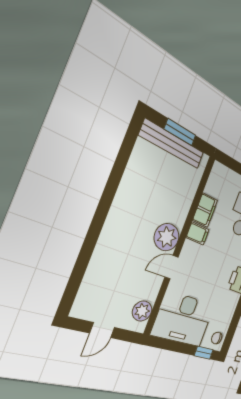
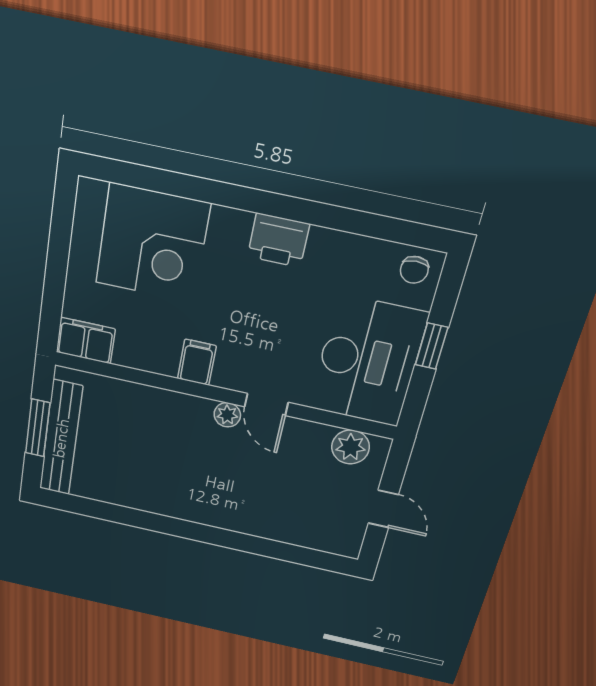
filing cabinet: (205, 210) -> (86, 341), moved
plant: (167, 237) -> (227, 415), width x0.53, depth x0.53
window: (204, 353) -> (432, 346), moved

